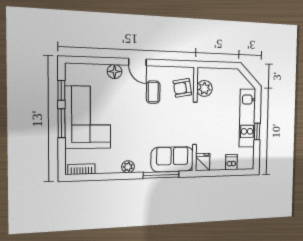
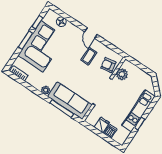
floor lamp: (115, 72) -> (61, 22), moved
sofa: (172, 159) -> (70, 101), width x1.36
fridge: (203, 162) -> (102, 125), moved

